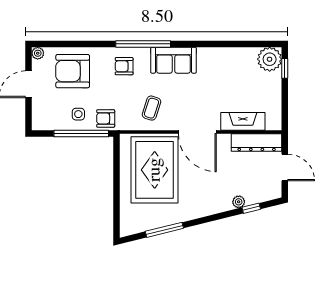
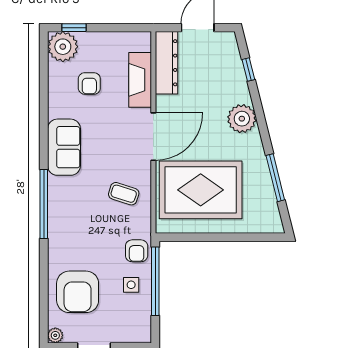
sofa: (173, 60) -> (64, 147), moved
armchair: (124, 66) -> (89, 83), moved
plant: (239, 202) -> (242, 119), moved, width x1.88, depth x1.88

